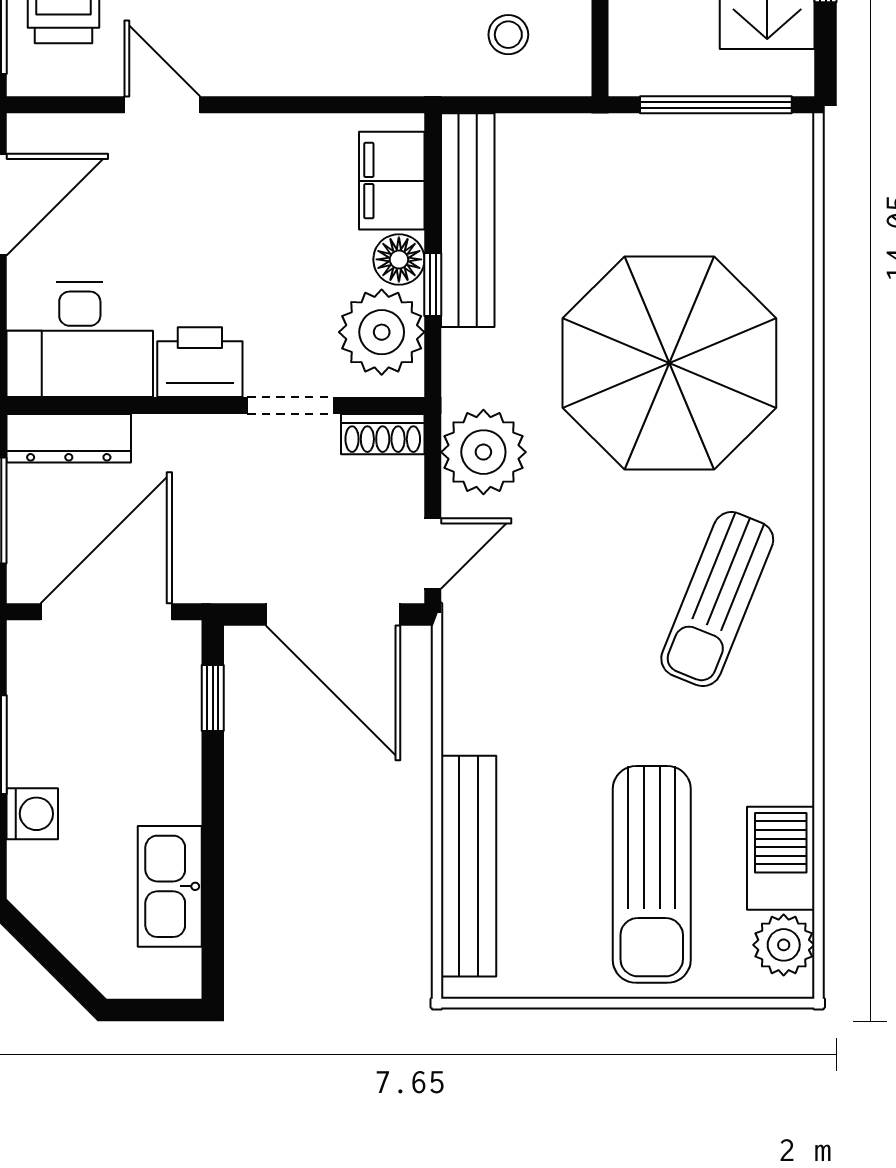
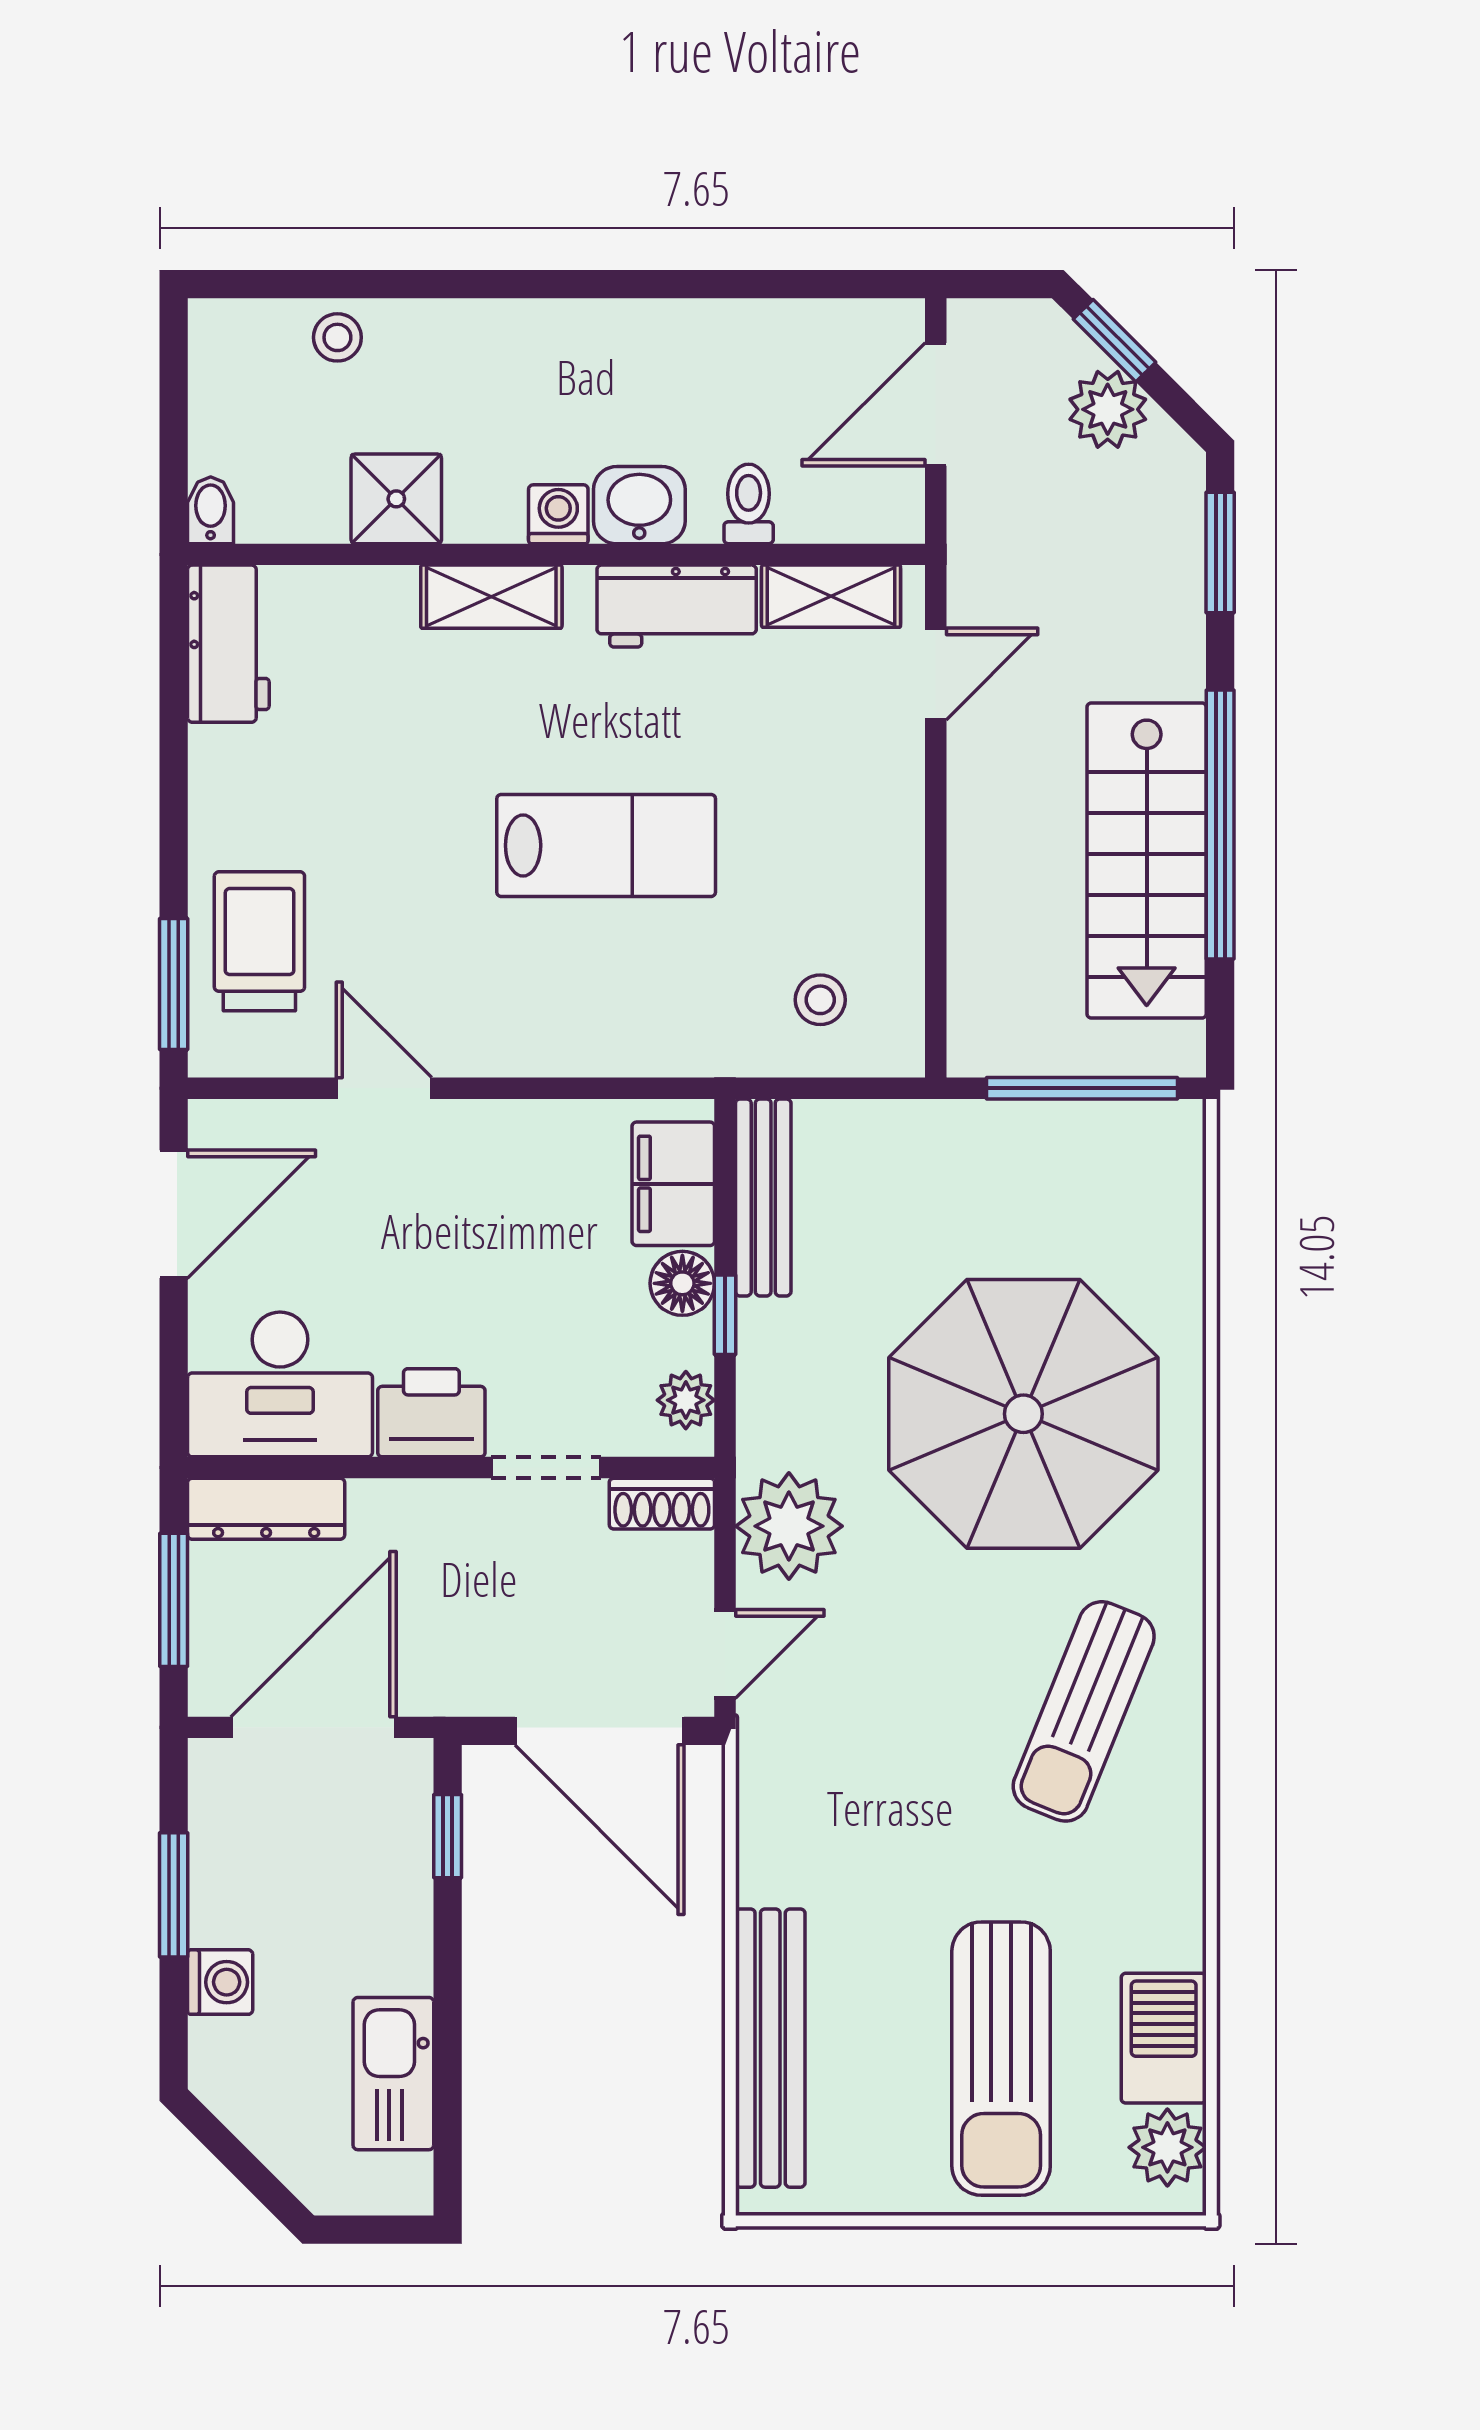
bench: (468, 220) -> (763, 1197), width x0.73, depth x0.82
plant: (382, 332) -> (686, 1400), width x0.53, depth x0.53

